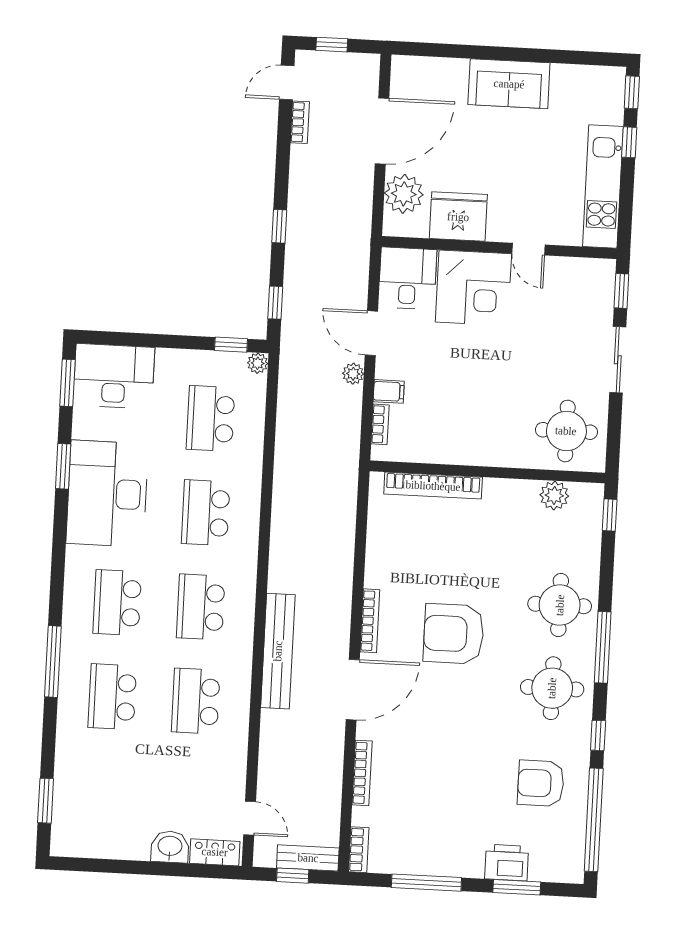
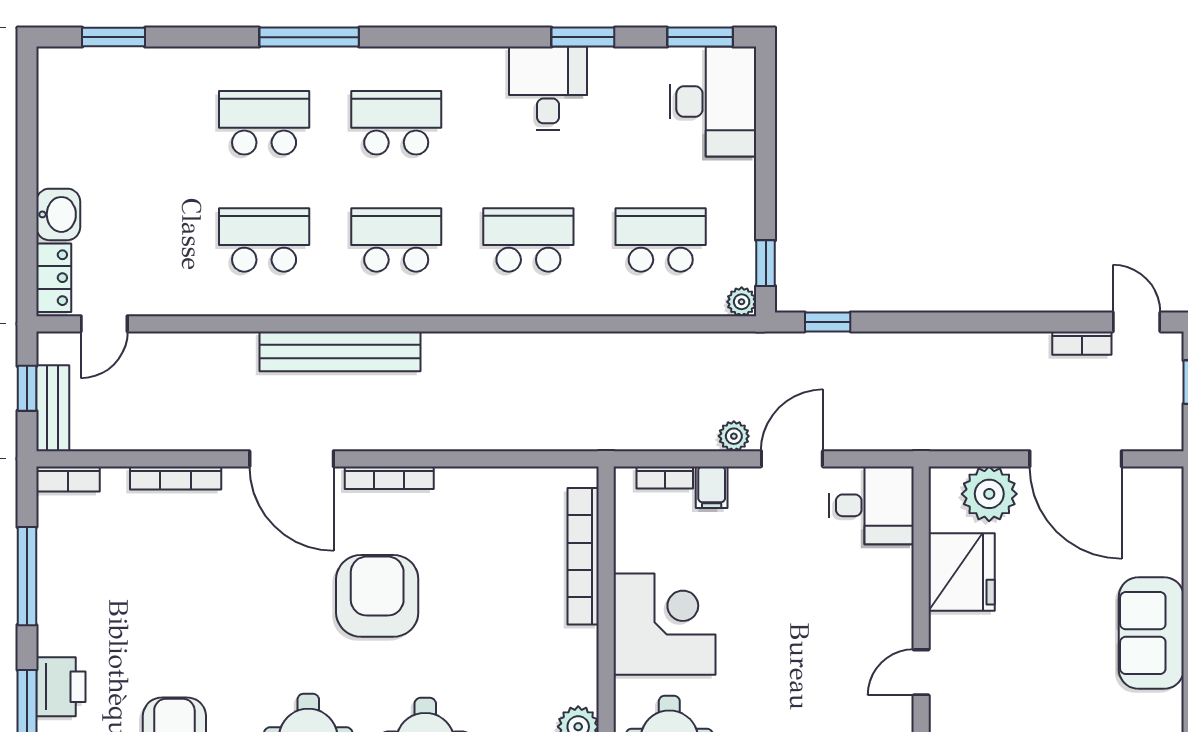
window: (279, 226) -> (935, 322), removed
corner desk: (473, 288) -> (664, 624), moved, turned 180
desk: (107, 494) -> (548, 88), width x0.53, depth x0.77

